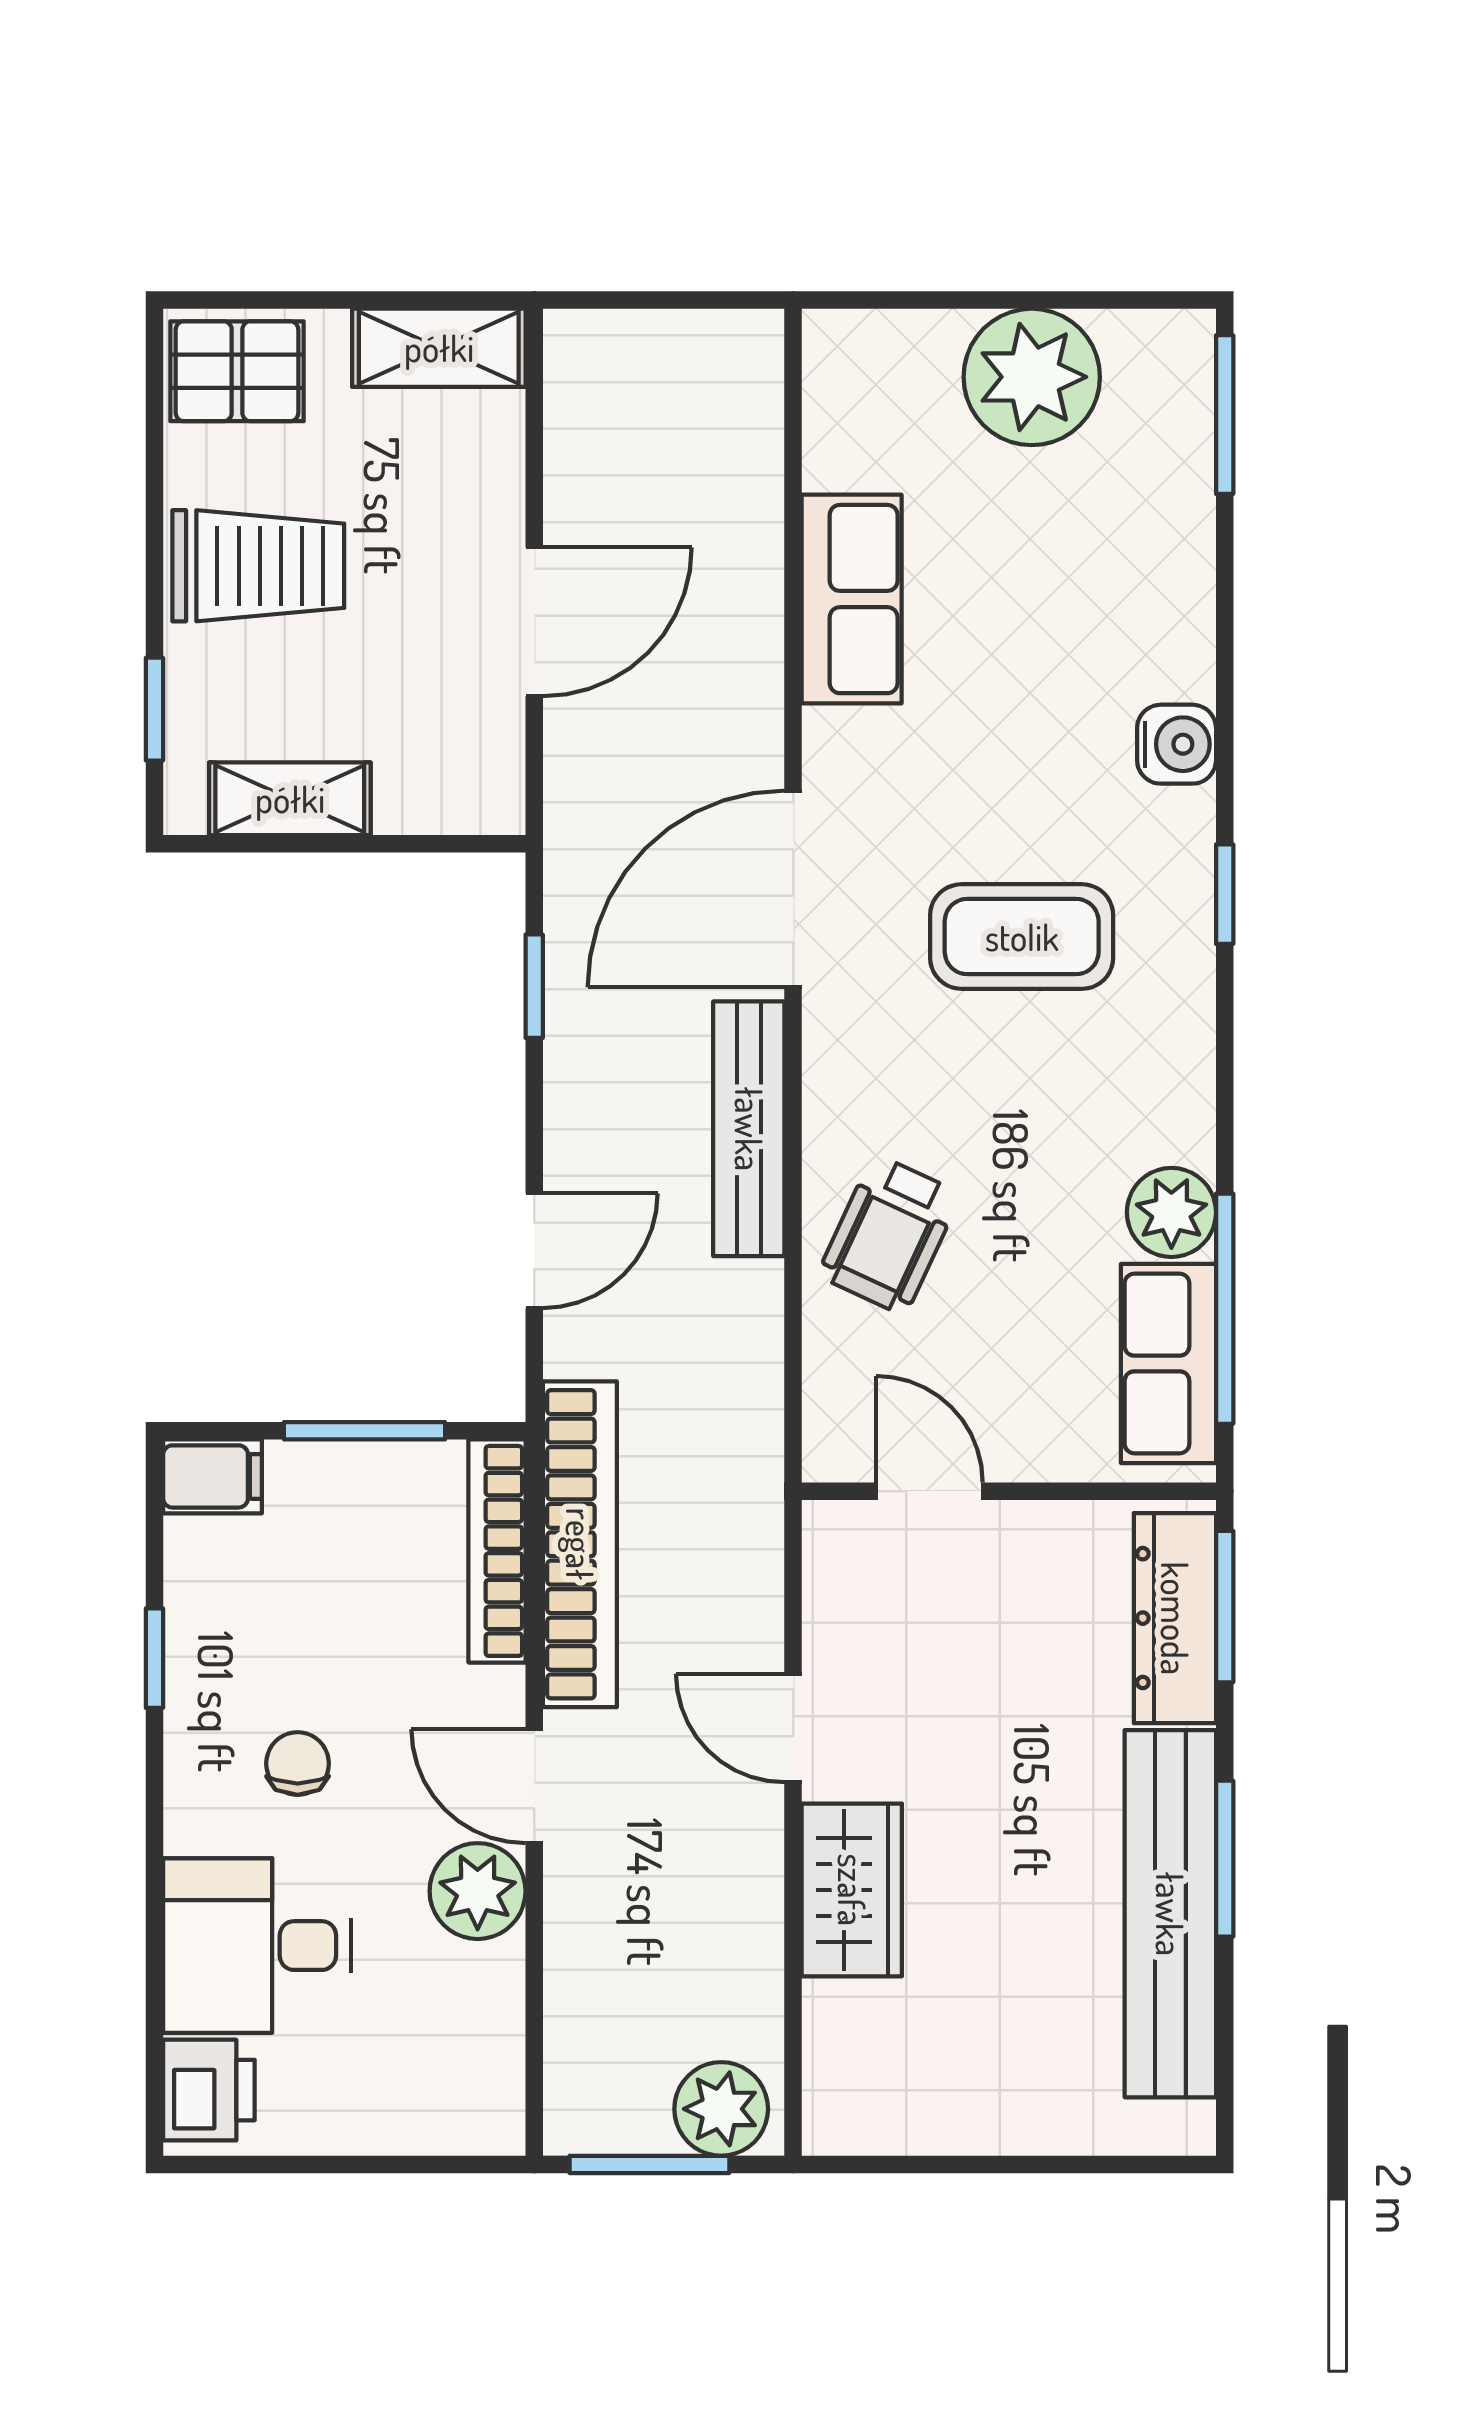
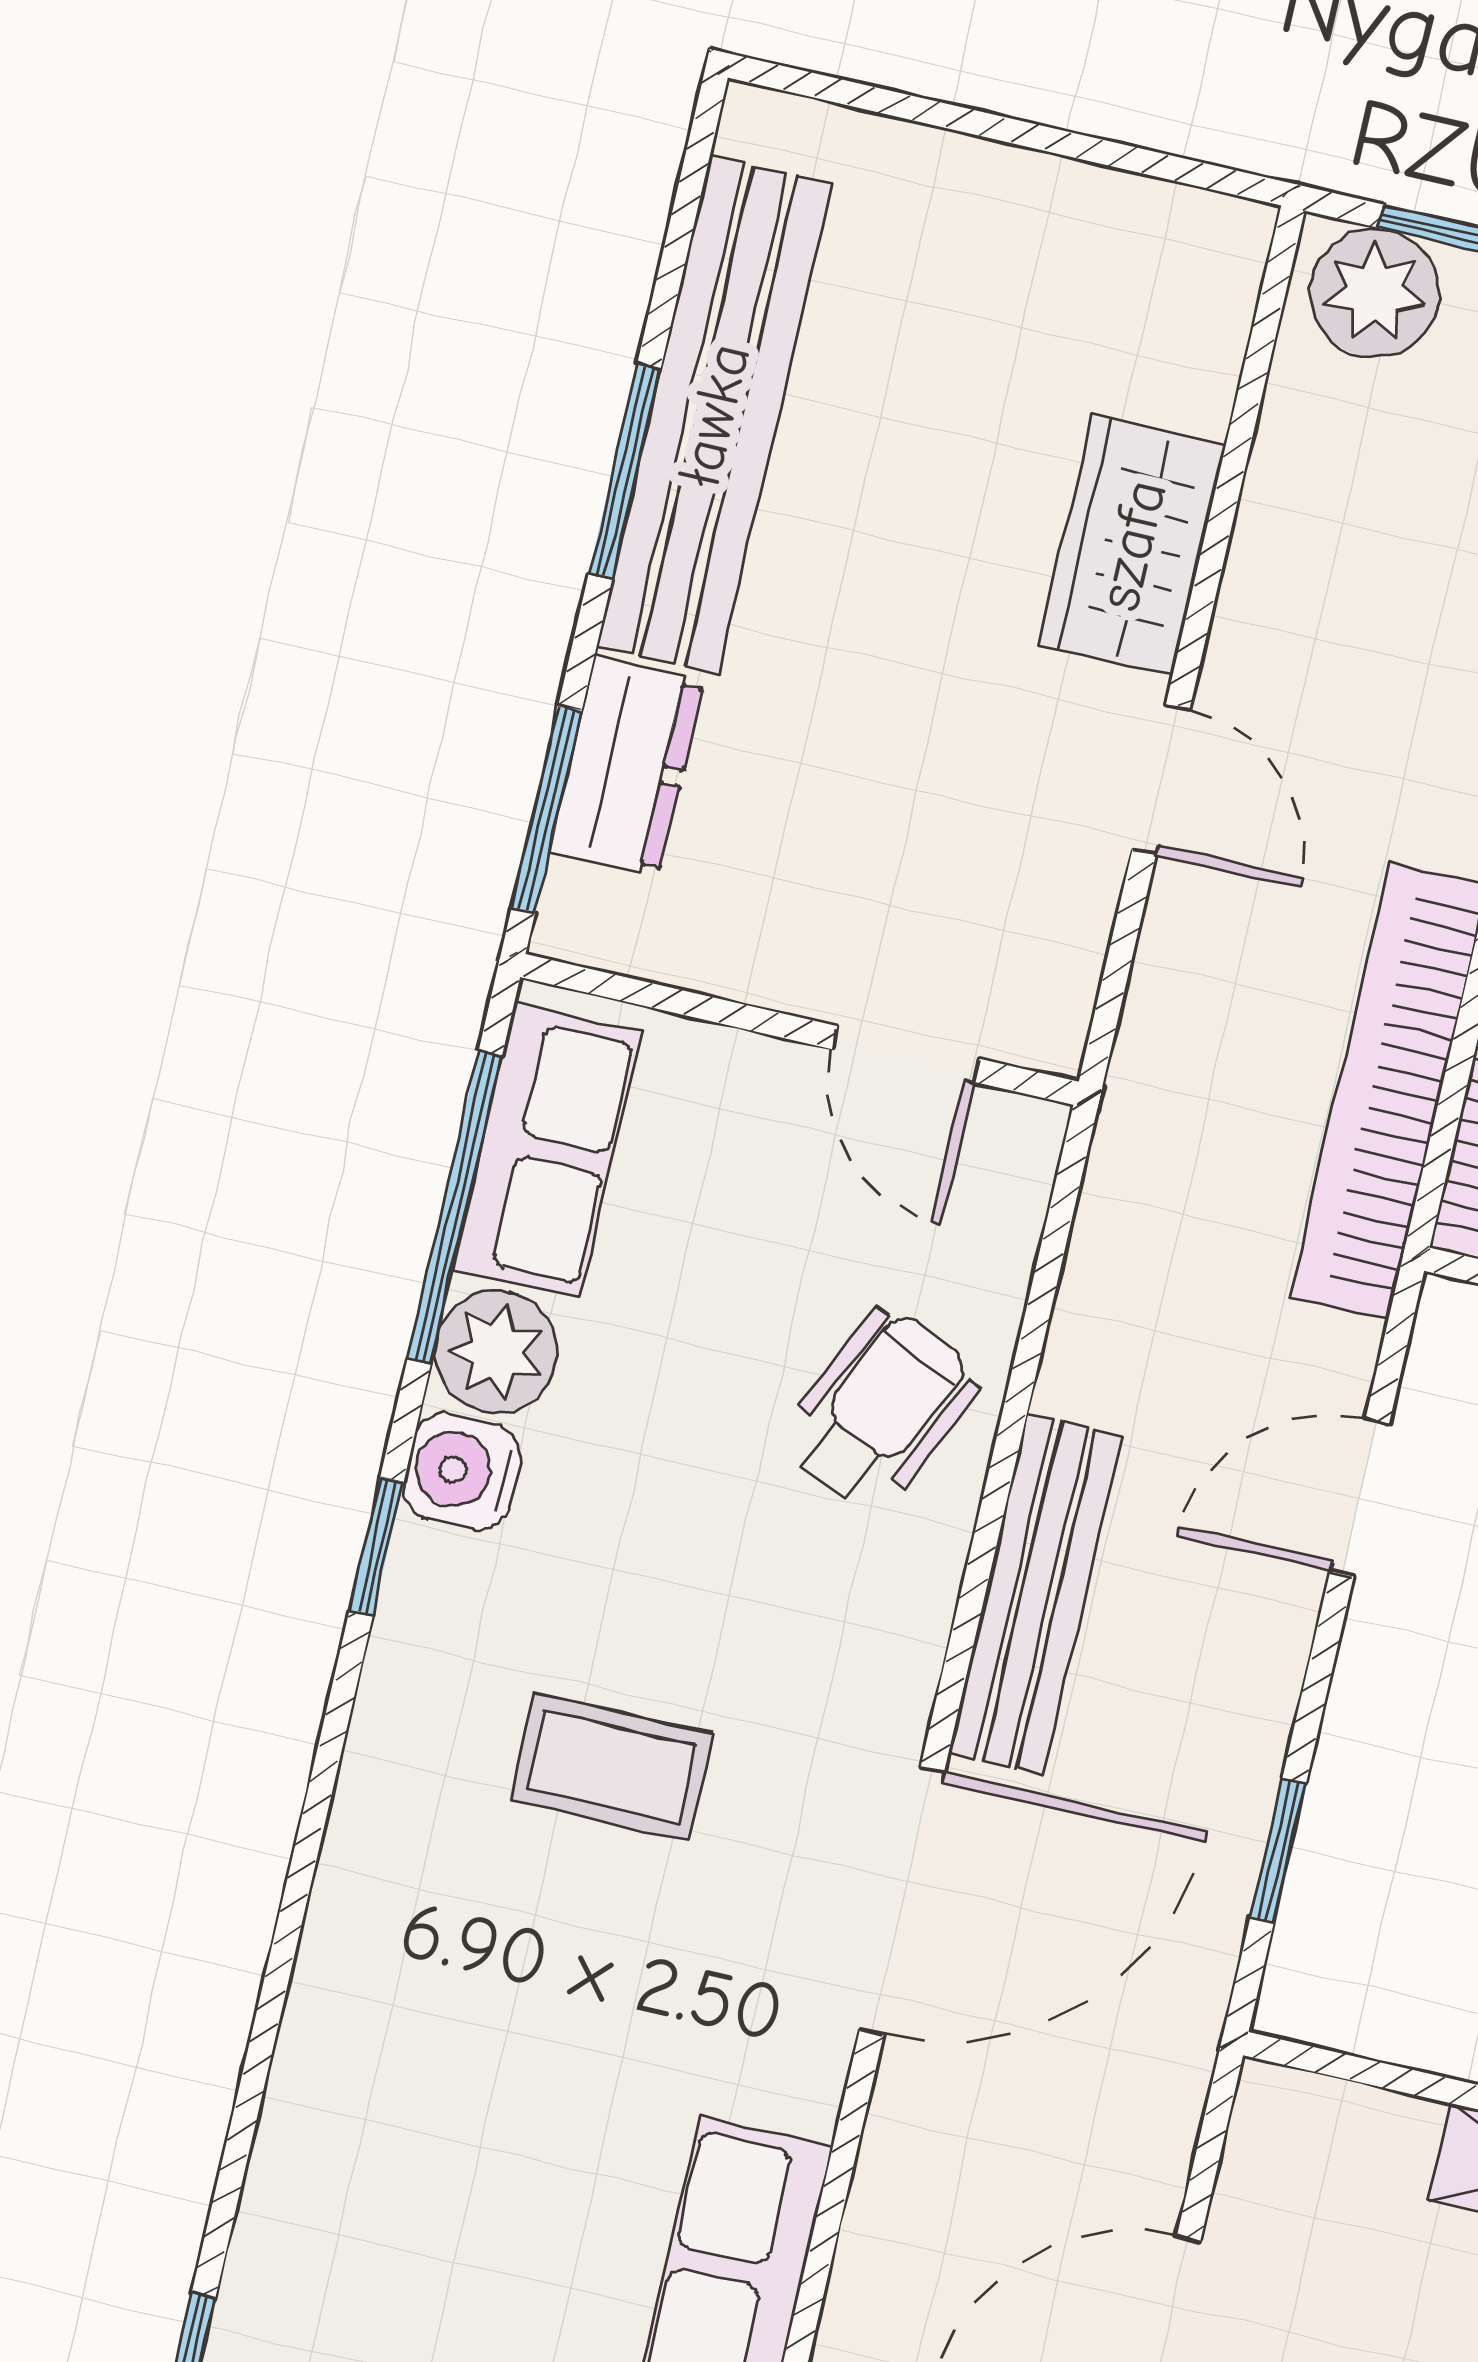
water cooler: (1177, 744) -> (461, 1472), moved
window: (1225, 894) -> (376, 1546), moved
coffee table: (1022, 937) -> (611, 1767), width x0.73, depth x0.77
dresser: (1175, 1618) -> (627, 766), width x0.70

